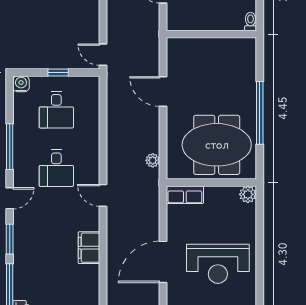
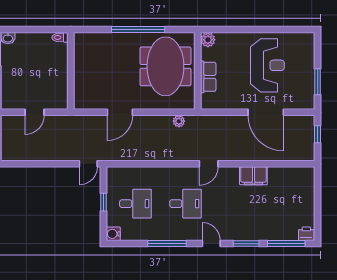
row of seats: (185, 195) -> (208, 77), moved

